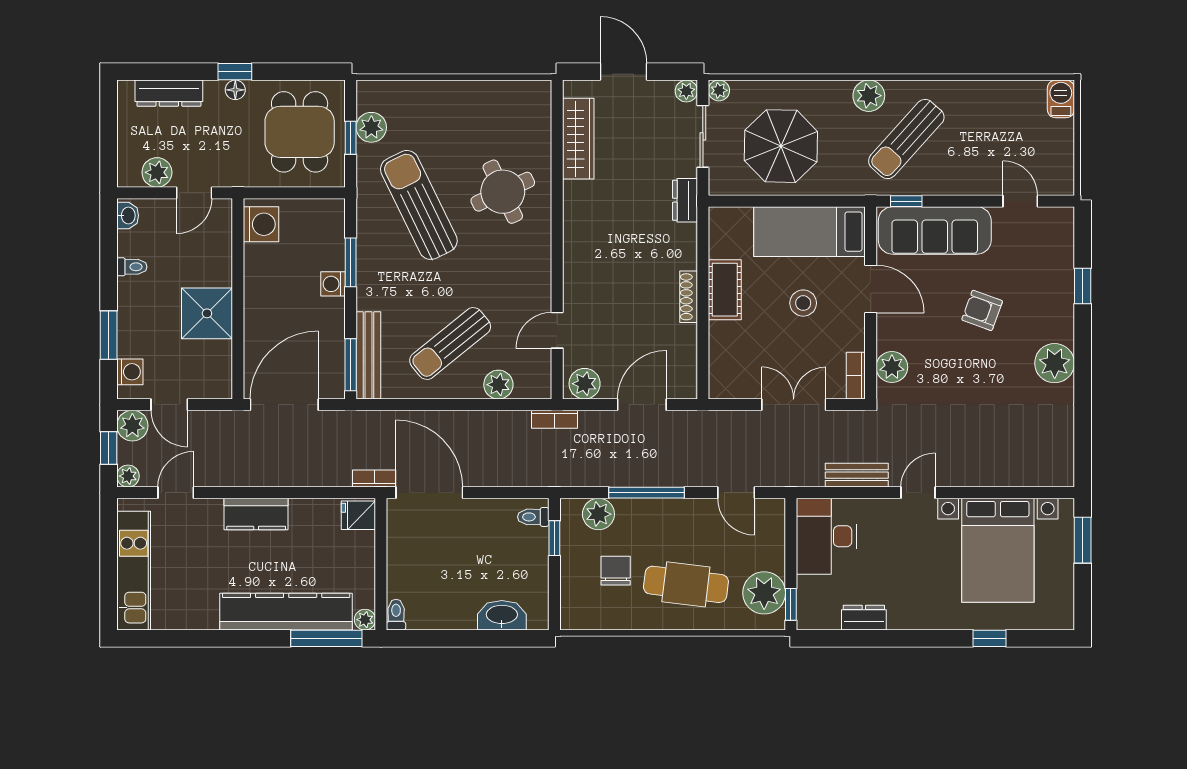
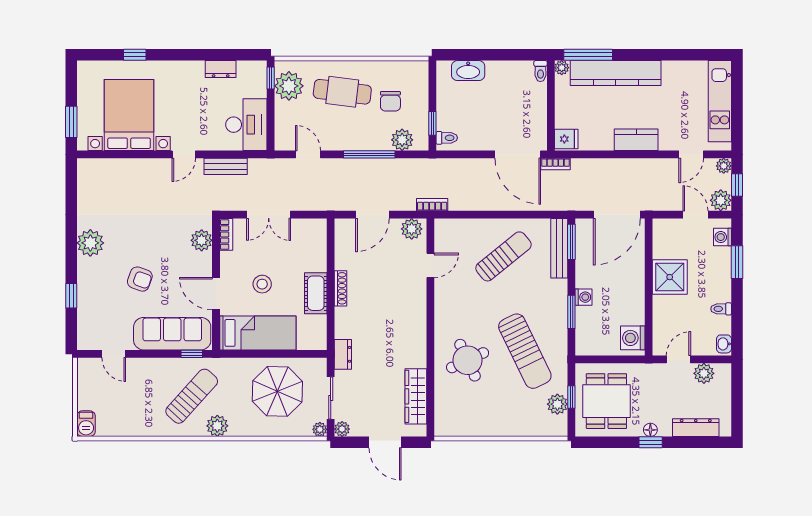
plant: (498, 385) -> (471, 228), removed

